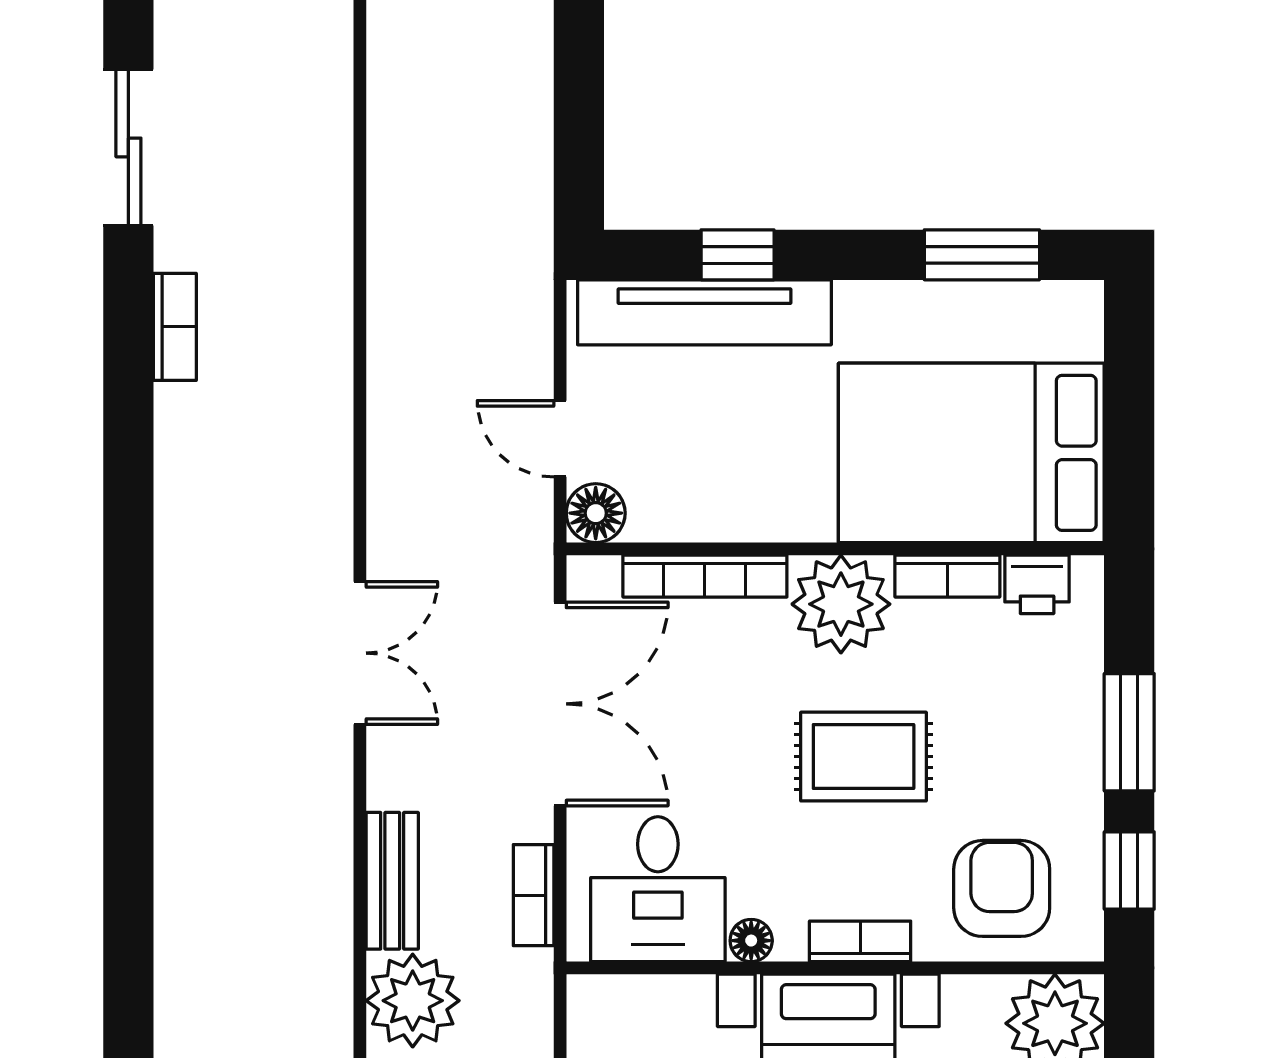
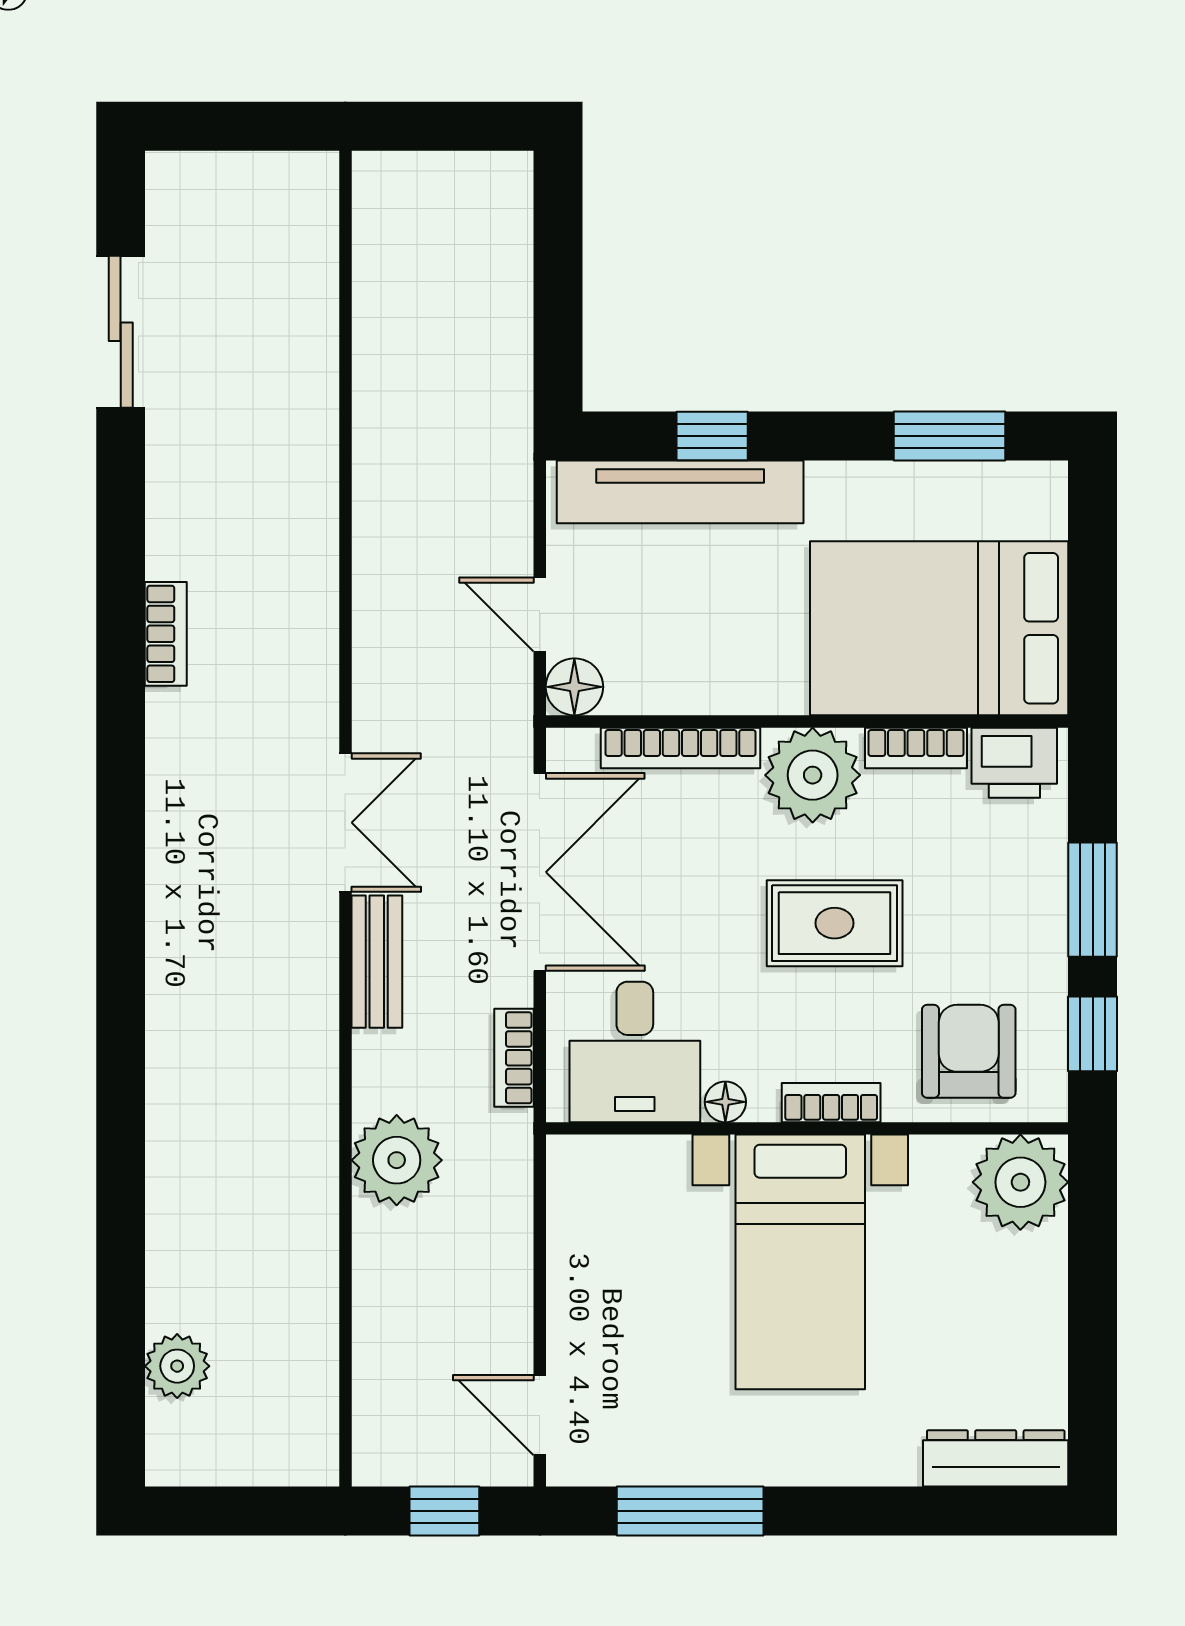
bookcase: (175, 327) -> (166, 634), moved
printer: (1037, 584) -> (1014, 763), width x1.36, depth x1.24
bench: (392, 881) -> (377, 962), moved

